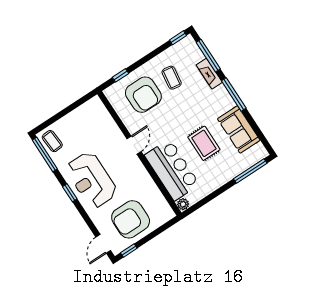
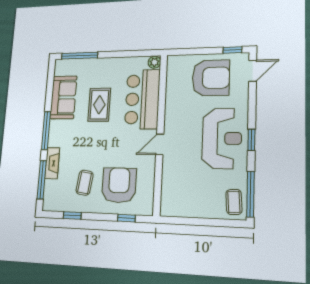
window: (178, 38) -> (72, 216), moved

